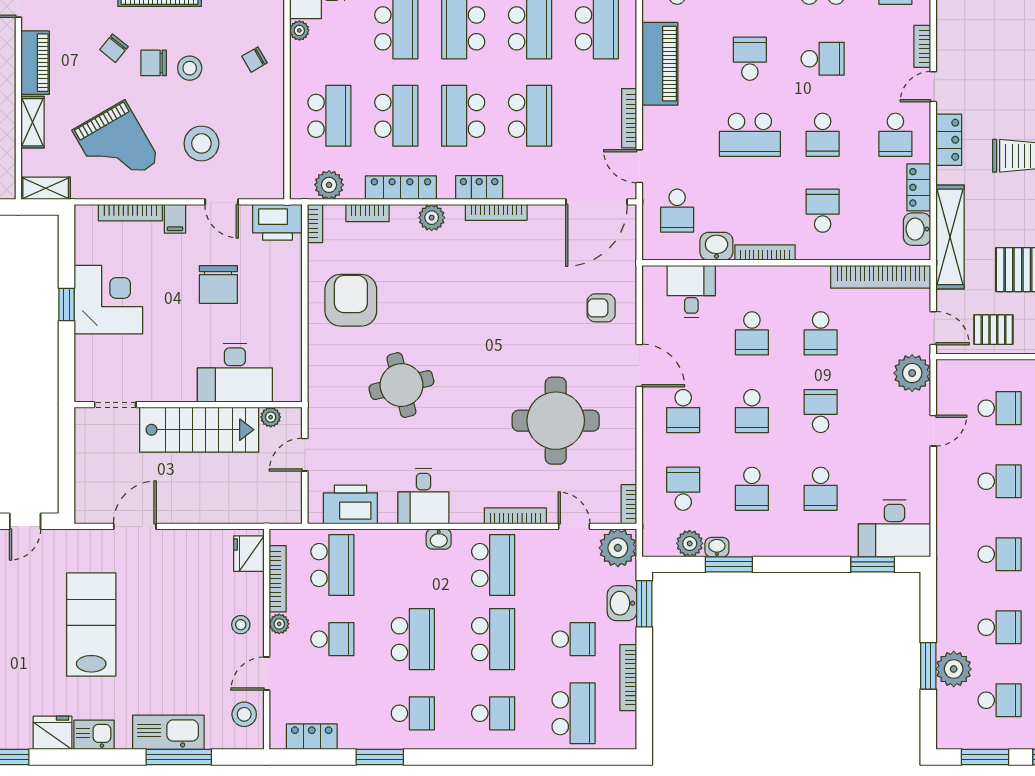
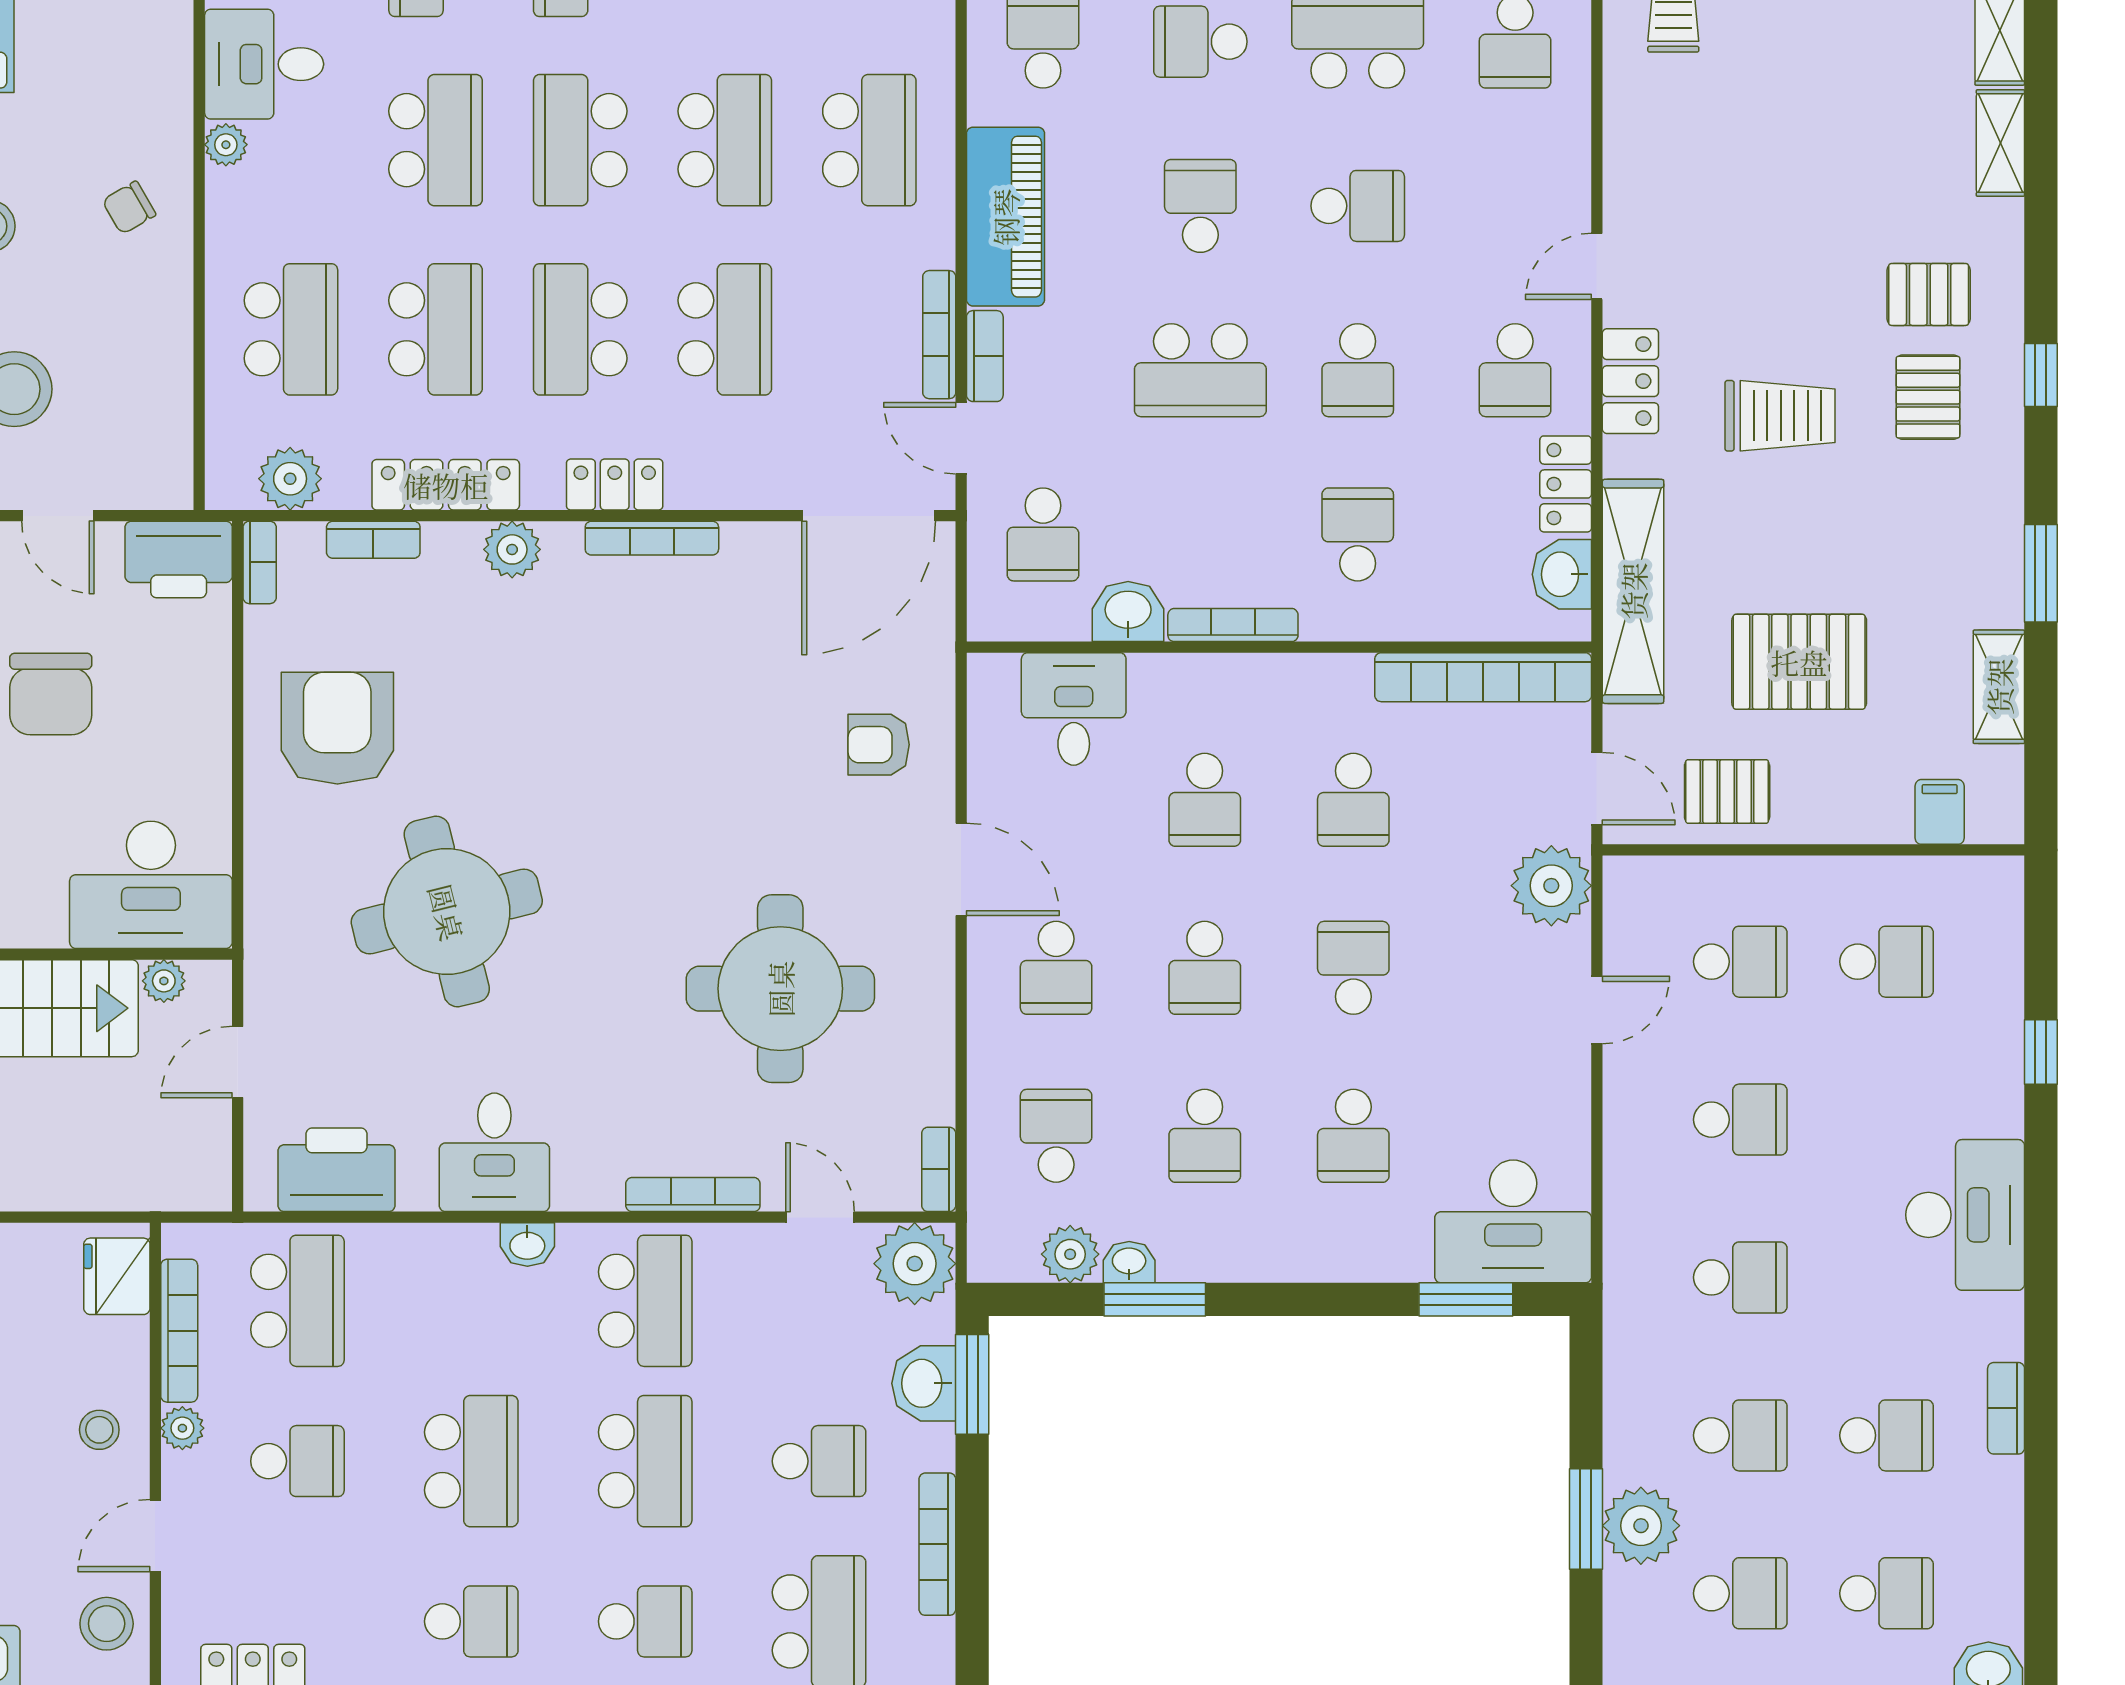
bookcase: (922, 46) -> (985, 356), moved, turned 180
desk: (235, 373) -> (151, 885), moved
round table: (401, 385) -> (447, 912), width x1.36, depth x1.36

